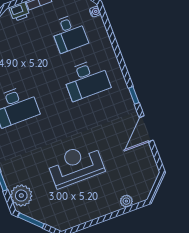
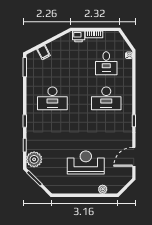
door: (146, 129) -> (134, 157), moved
reception desk: (76, 165) -> (86, 162), moved

